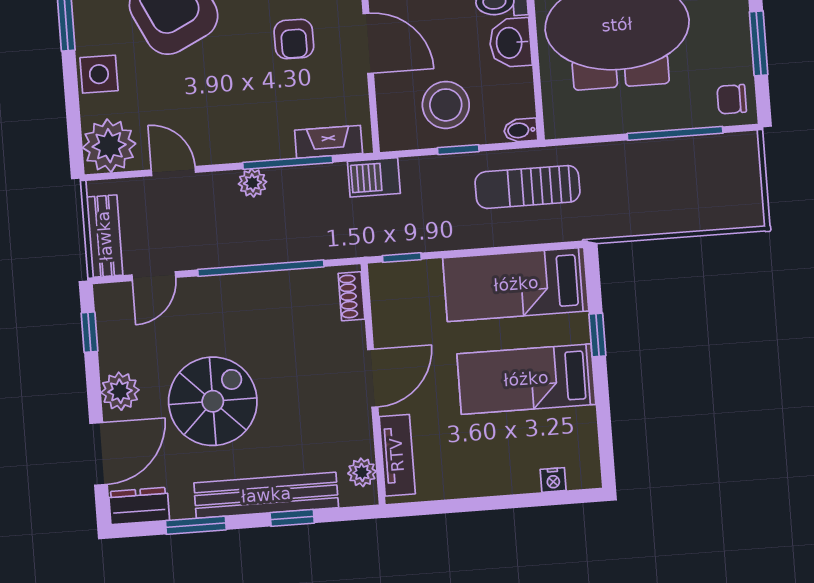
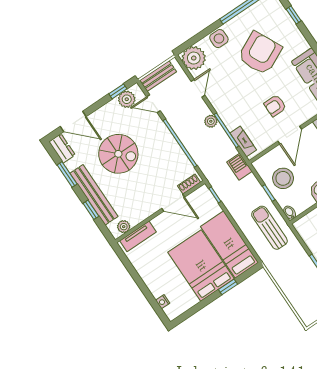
door: (373, 378) -> (173, 203), moved
bed: (526, 379) -> (201, 266), width x1.50
plant: (120, 391) -> (127, 99), moved

